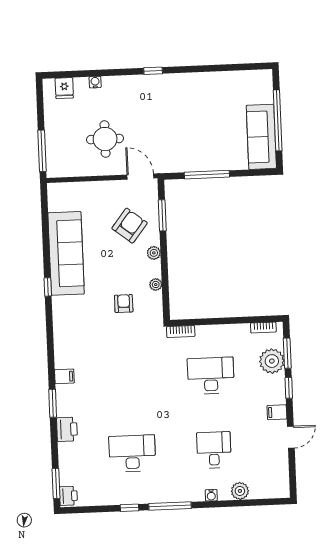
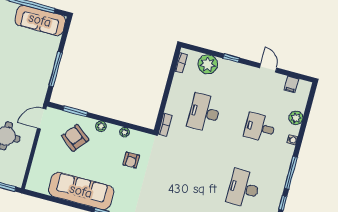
armchair: (124, 304) -> (131, 160), turned -90
window: (287, 353) -> (205, 51), removed
filing cabinet: (277, 412) -> (291, 84), moved

